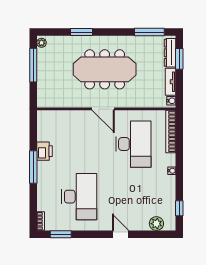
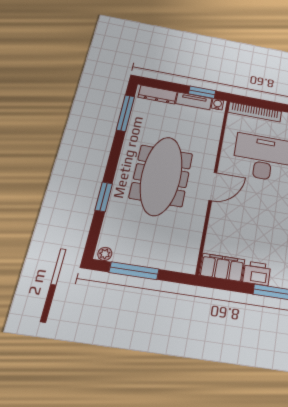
window: (179, 59) -> (202, 92), moved
filing cabinet: (45, 126) -> (222, 267), added

